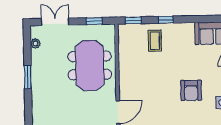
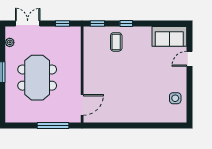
meeting table: (90, 65) -> (37, 78), moved
armchair: (191, 90) -> (148, 87), removed

